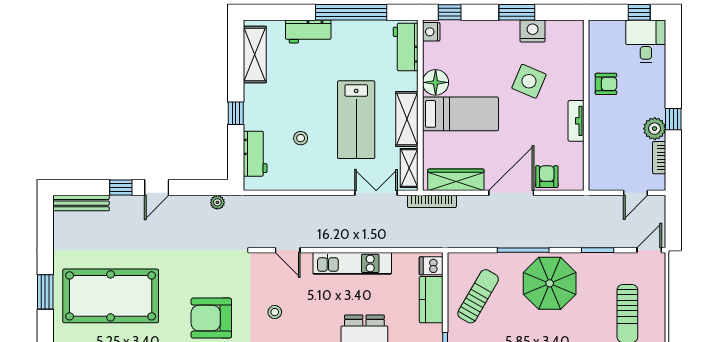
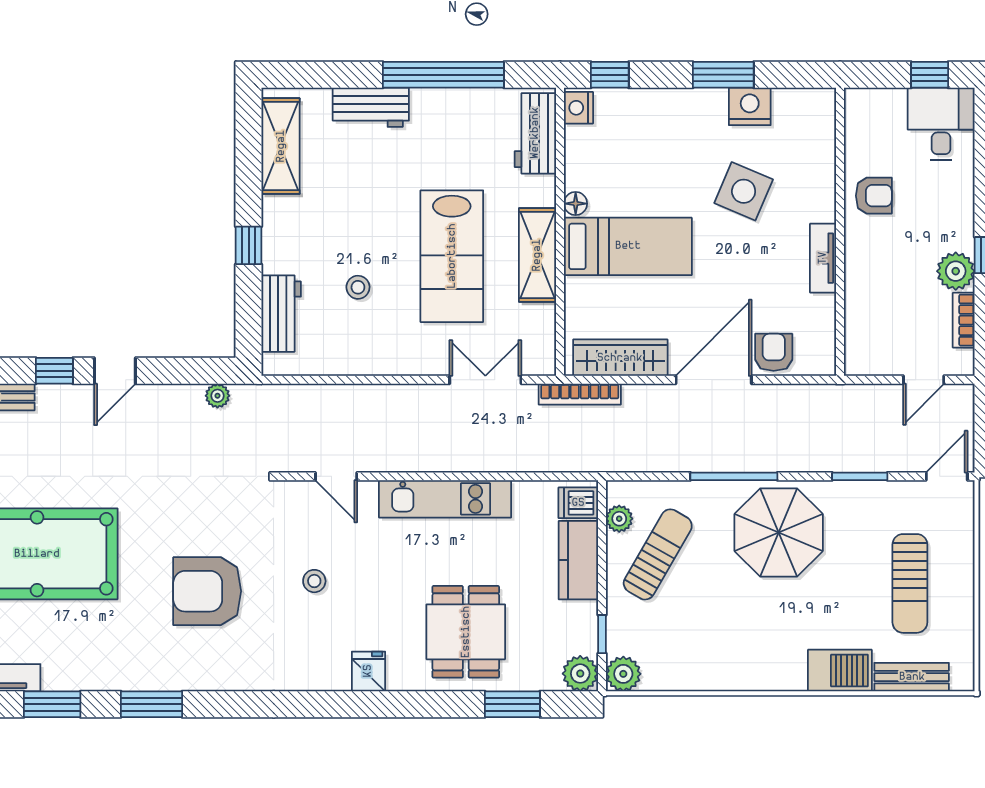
floor lamp: (436, 82) -> (576, 204), width x0.53, depth x0.53
shelving: (409, 168) -> (541, 338), removed
plant: (455, 275) -> (619, 519), added

